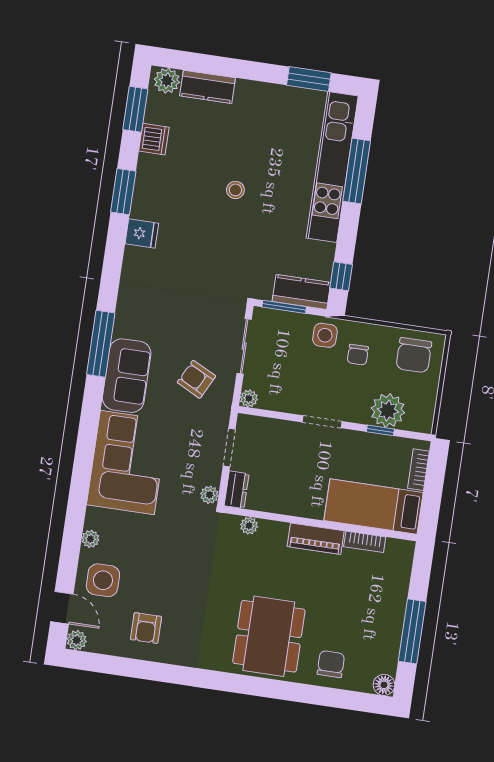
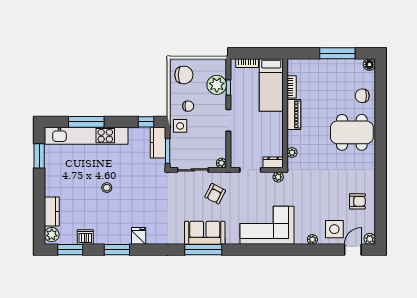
sofa: (127, 376) -> (205, 233), moved

